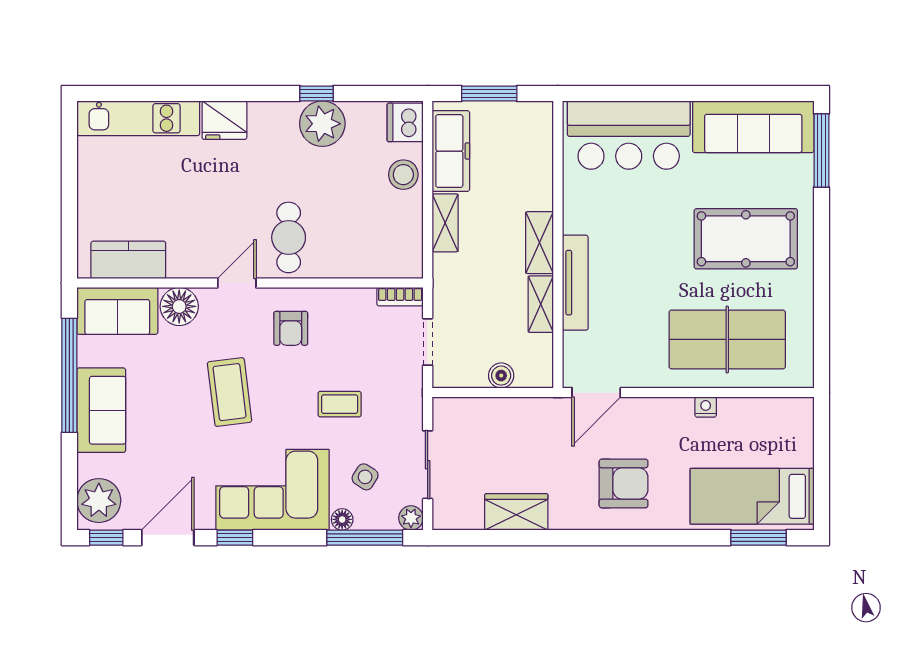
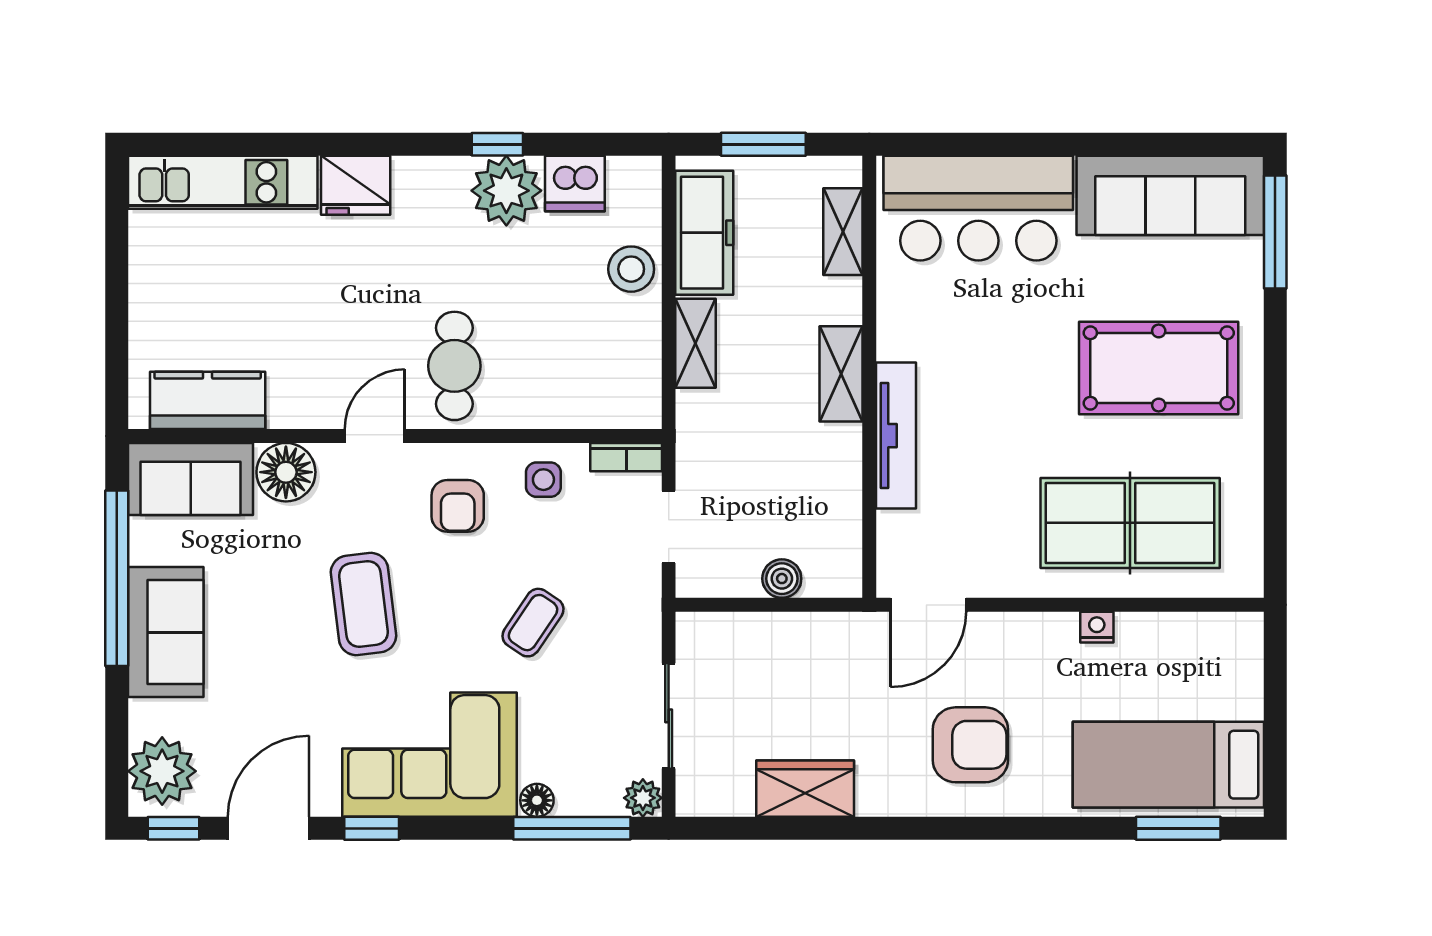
dishwasher: (405, 122) -> (575, 183), moved, turned -90
shelving: (541, 304) -> (843, 232), moved
coffee table: (340, 404) -> (533, 623), turned -56
side table: (365, 477) -> (543, 480), moved, turned -32

